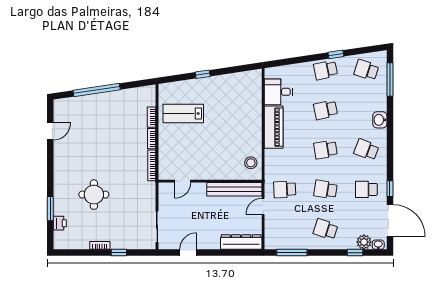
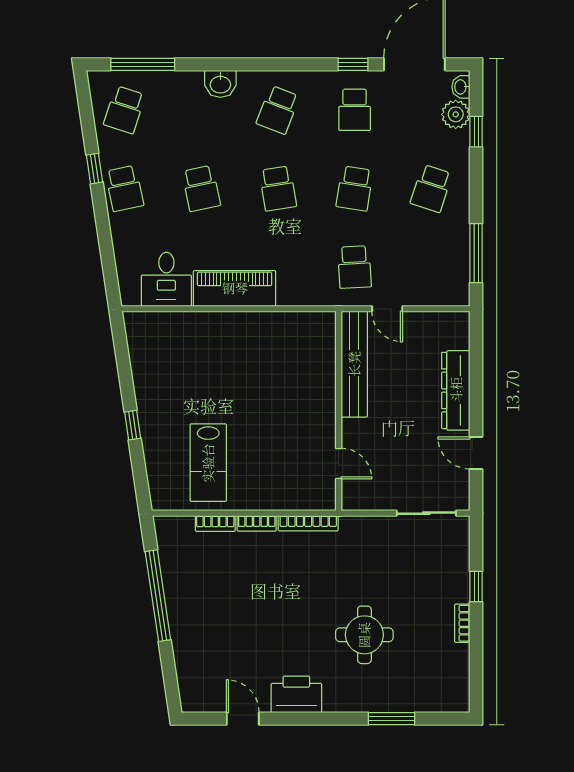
window: (97, 90) -> (158, 596), moved
stool: (251, 163) -> (303, 332), removed
printer: (60, 223) -> (296, 694), moved, width x1.87, depth x1.48
dresser: (241, 242) -> (456, 390), moved

